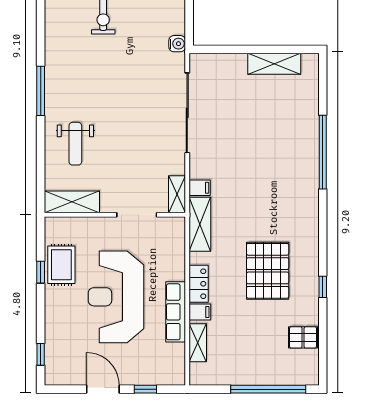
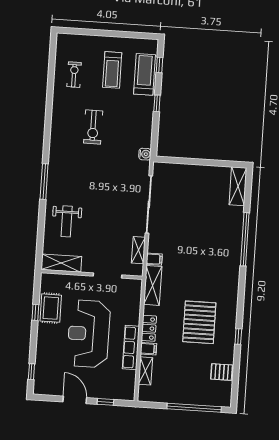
shelving: (274, 64) -> (238, 186), moved, turned 90
shelving: (177, 194) -> (138, 250), moved

